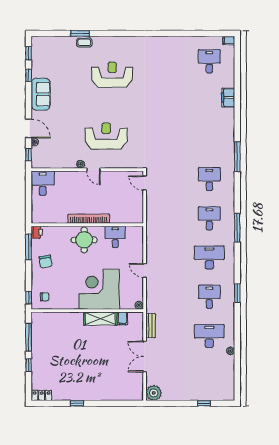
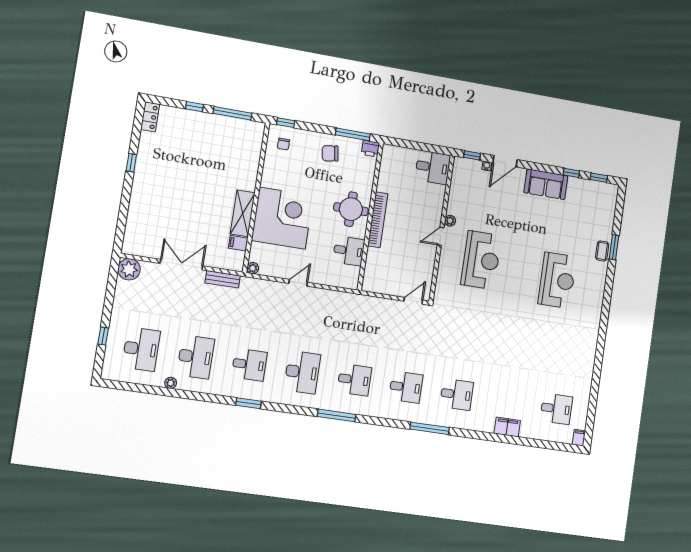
desk: (209, 140) -> (457, 394), added
desk: (209, 375) -> (141, 349), added

